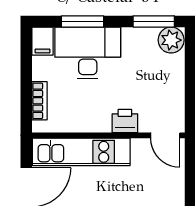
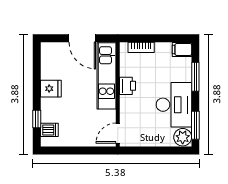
desk: (88, 53) -> (174, 105), moved
printer: (125, 121) -> (127, 86), moved

